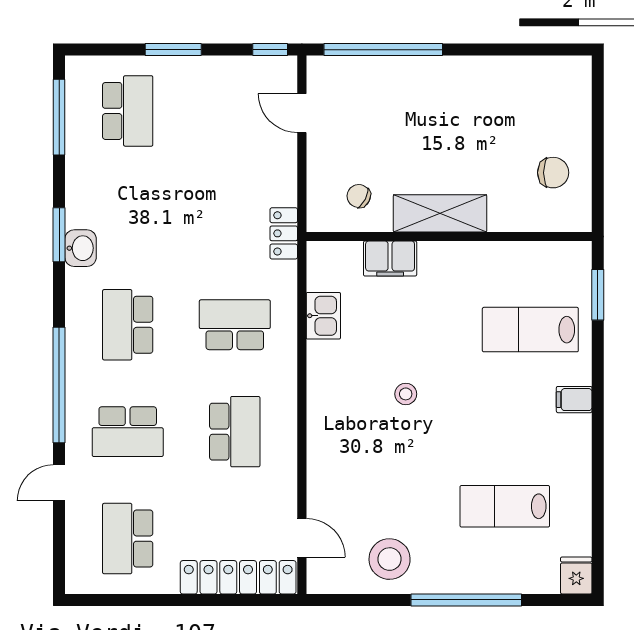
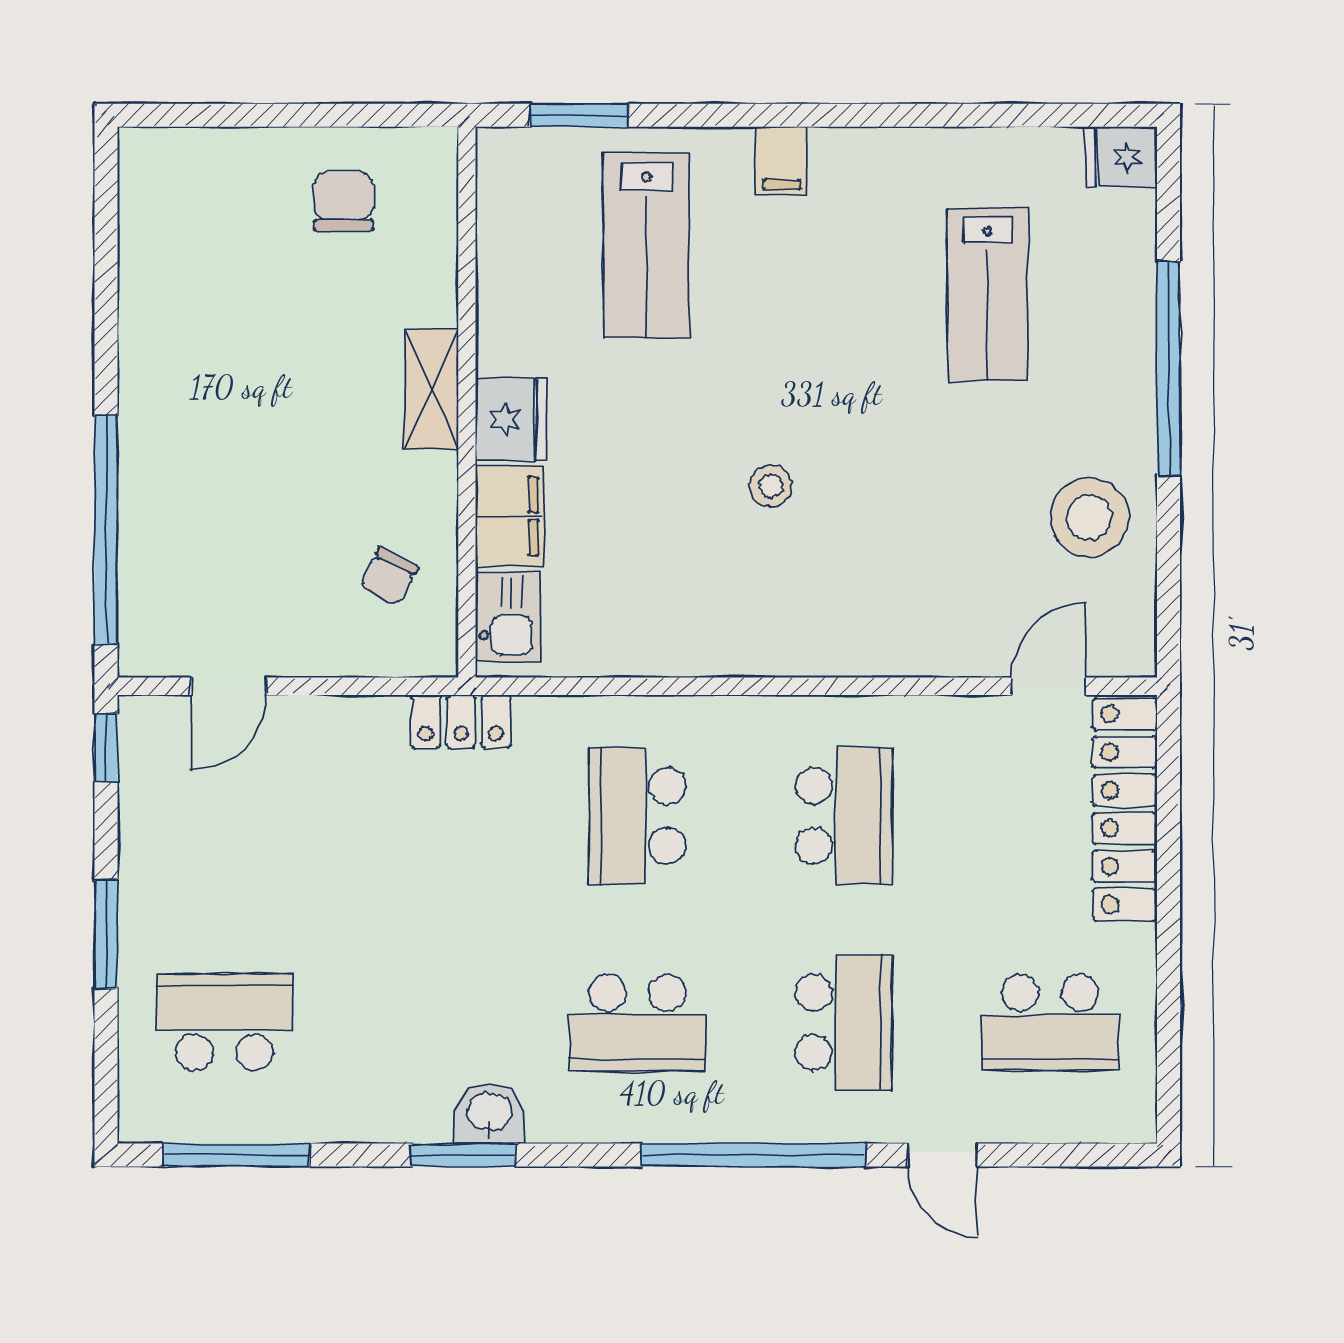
shelving: (440, 213) -> (431, 390), width x0.67, depth x0.75
fridge: (440, 259) -> (511, 420), added
kitchen sink: (323, 316) -> (508, 617), moved, turned 90
school desk: (235, 432) -> (844, 816), turned 90

